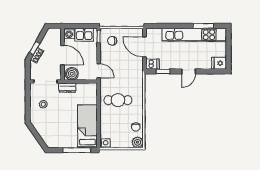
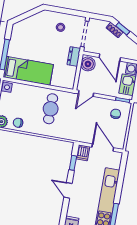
door: (144, 47) -> (103, 147), hinge flipped
door: (62, 55) -> (110, 57), hinge flipped

